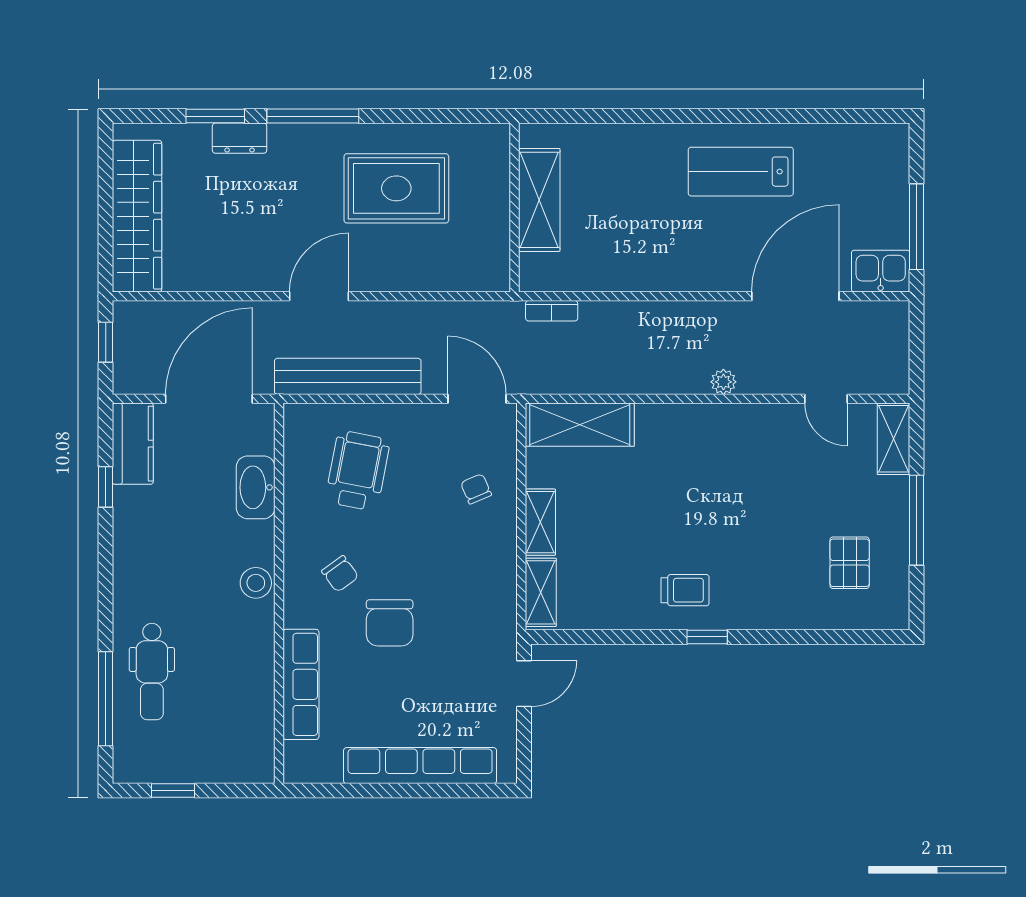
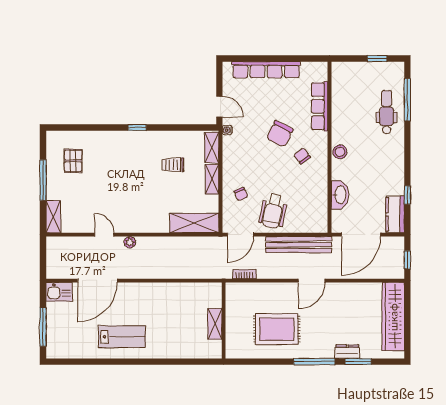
shelving: (539, 200) -> (215, 324), width x0.67, depth x0.75
window: (917, 227) -> (43, 327), moved
bookcase: (552, 311) -> (245, 274), moved
door: (477, 399) -> (240, 235), hinge flipped
door: (826, 399) -> (104, 235), moved
wheelchair: (358, 471) -> (273, 211), moved
trolley: (685, 590) -> (173, 165), moved
chair: (390, 623) -> (280, 134), turned -153
water cooler: (506, 631) -> (227, 130), added
door: (524, 684) -> (219, 107), swing flipped

